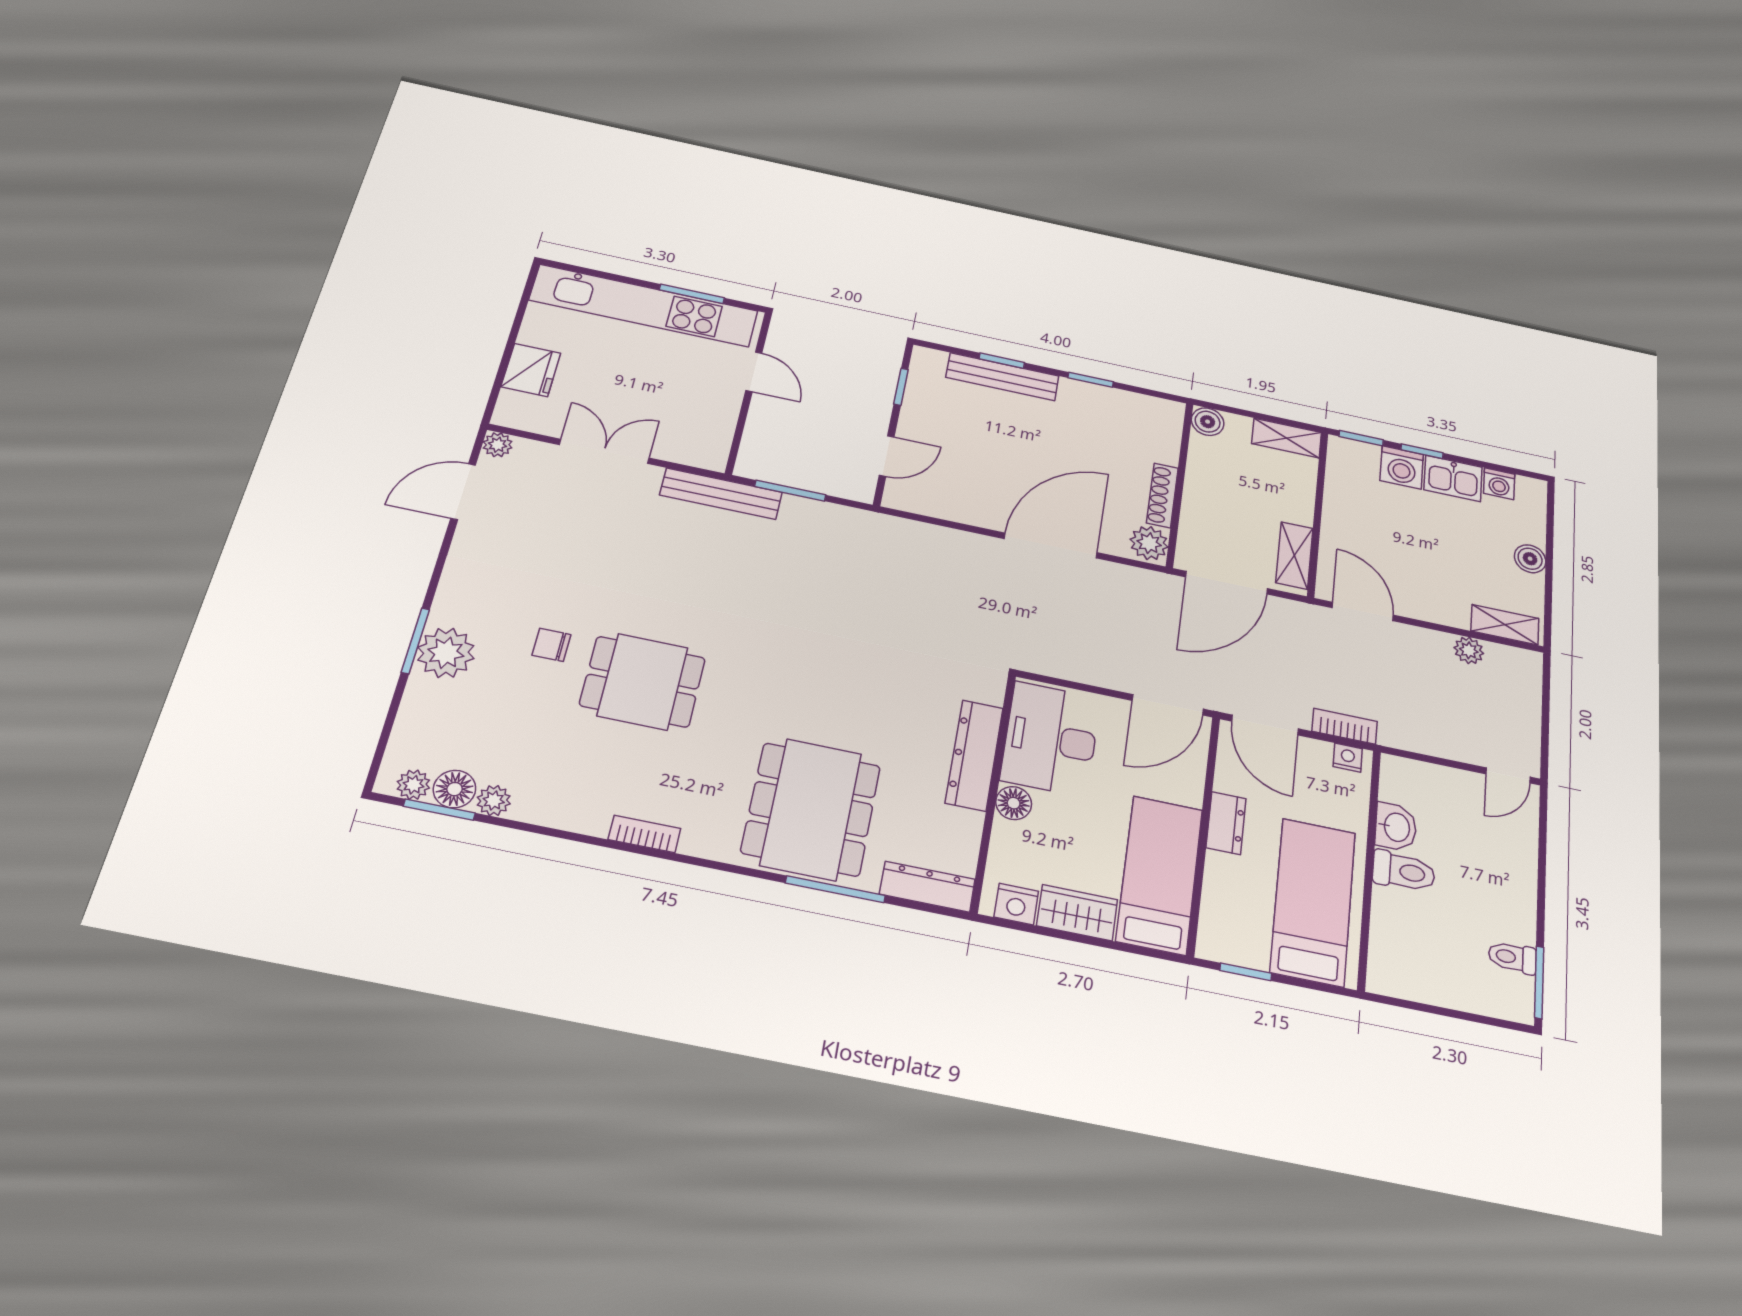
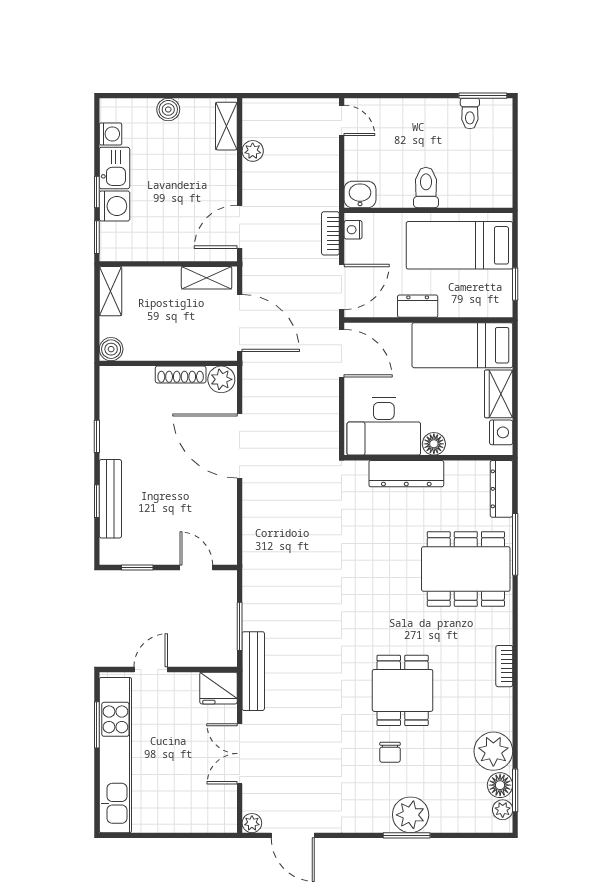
fridge: (531, 370) -> (219, 688), moved, turned 180
plant: (494, 801) -> (493, 751), width x1.88, depth x1.88
washbasin: (1396, 827) -> (360, 194), moved

